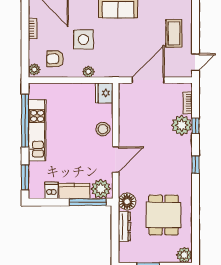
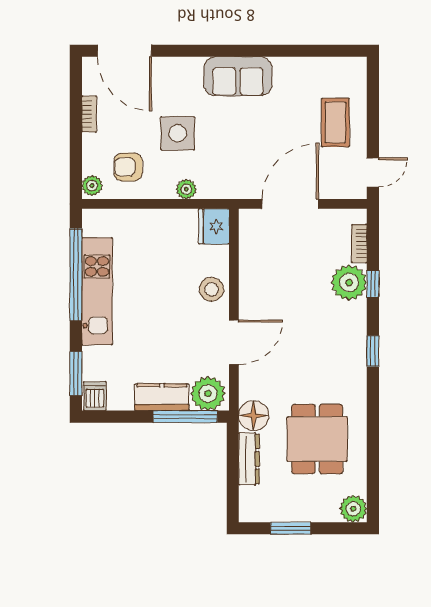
dishwasher: (51, 190) -> (95, 396), moved

